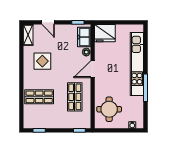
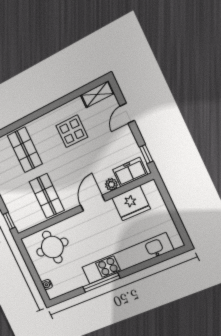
fridge: (105, 33) -> (131, 203), moved, turned -90
door: (93, 69) -> (93, 203), hinge flipped
shop shelf: (75, 97) -> (47, 196), turned 90

